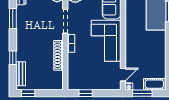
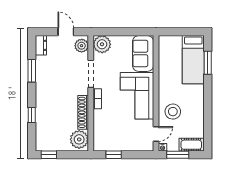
stool: (138, 55) -> (173, 112), added
bench: (21, 74) -> (41, 133), removed
plant: (55, 79) -> (79, 139), added

